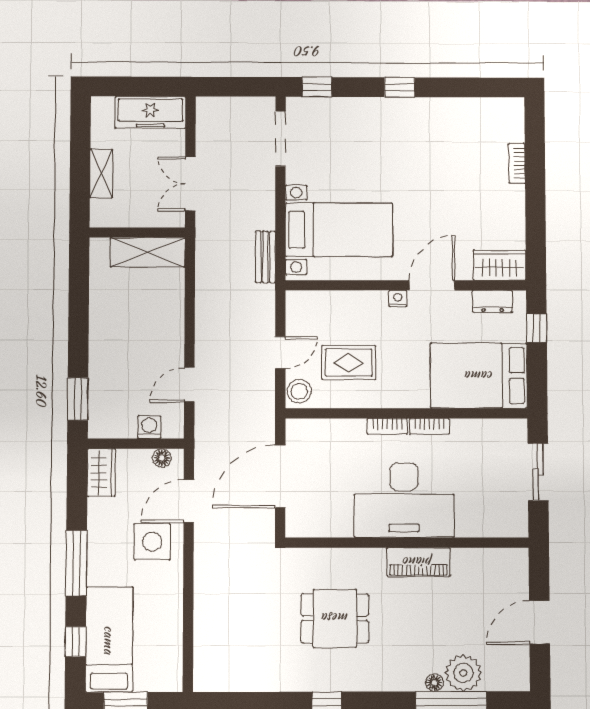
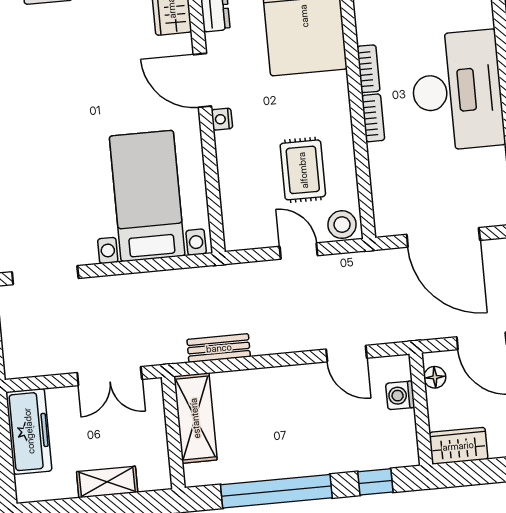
bench: (265, 257) -> (219, 348), moved
window: (79, 314) -> (276, 491), added
window: (78, 399) -> (375, 482), width x0.67

